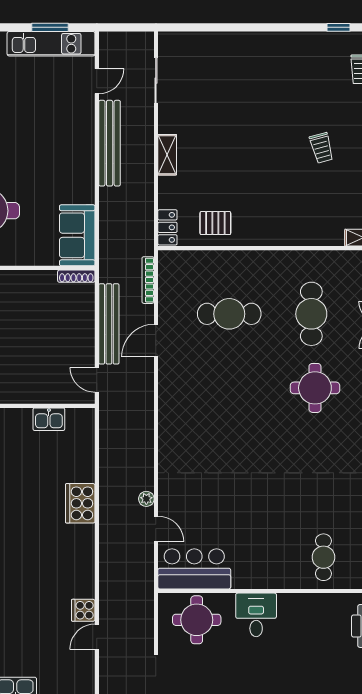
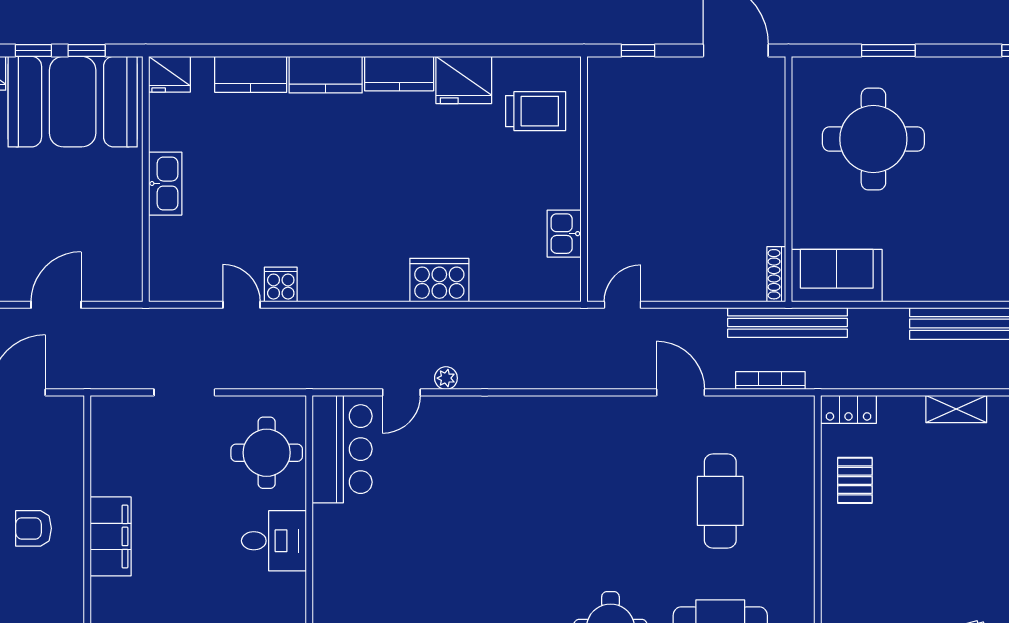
bench: (109, 324) -> (787, 323), moved

